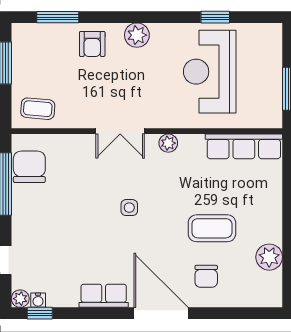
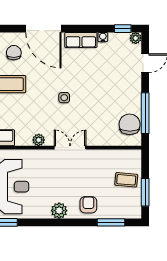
coffee table: (38, 109) -> (126, 180), moved
chair: (29, 167) -> (130, 124), turned 180
water cooler: (38, 300) -> (103, 37), moved

